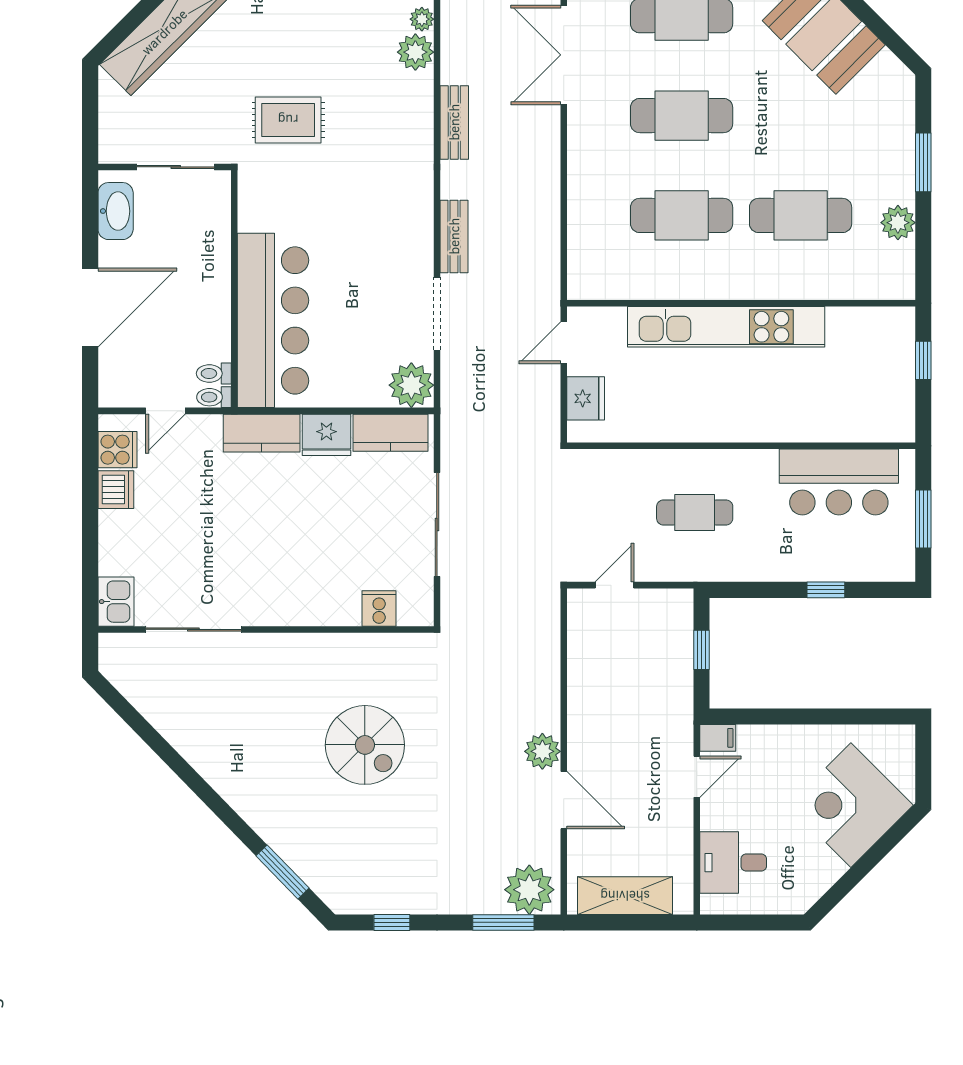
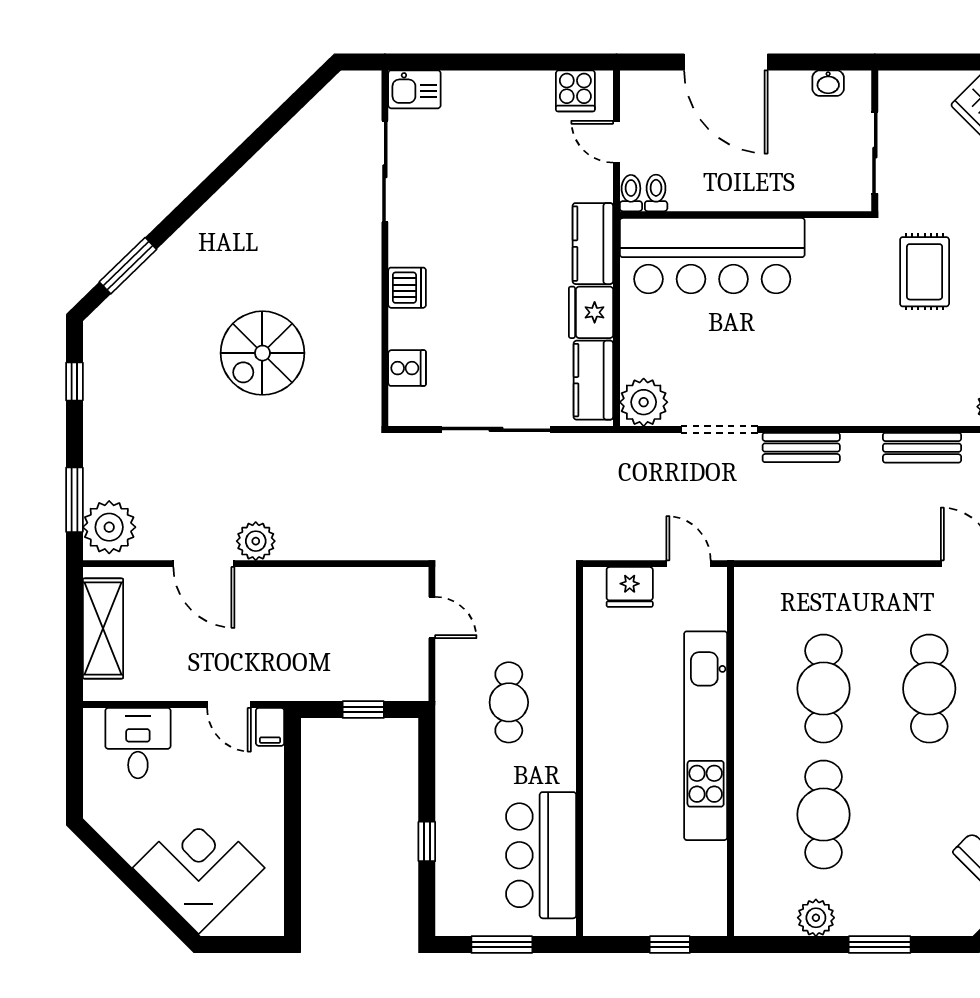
washbasin: (116, 211) -> (828, 83), width x0.52, depth x0.69
dishwasher: (116, 490) -> (407, 288), moved, turned -90
door: (564, 800) -> (204, 564), hinge flipped

